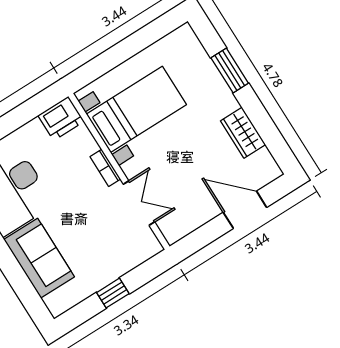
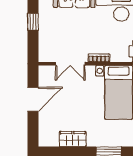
door: (245, 210) -> (33, 99), moved

